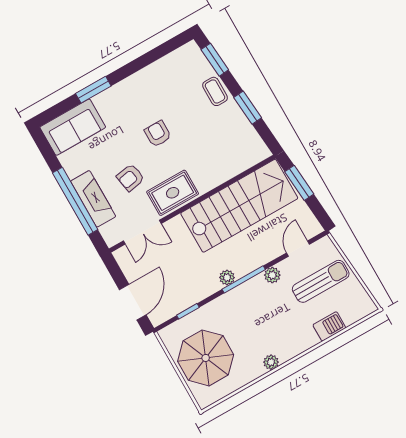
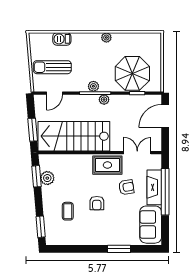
coffee table: (215, 91) -> (68, 211), moved
window: (248, 108) -> (36, 176), moved
sofa: (73, 127) -> (151, 225), moved, turned -90
plant: (243, 130) -> (47, 178), added
plant: (272, 275) -> (93, 86), moved
parasol: (206, 358) -> (132, 73), moved

